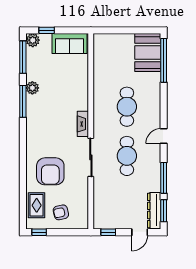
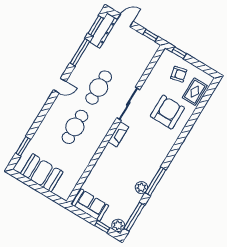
booth: (148, 53) -> (42, 173), moved, turned 90
window: (164, 60) -> (23, 146), width x0.47
window: (39, 232) -> (179, 53), moved

